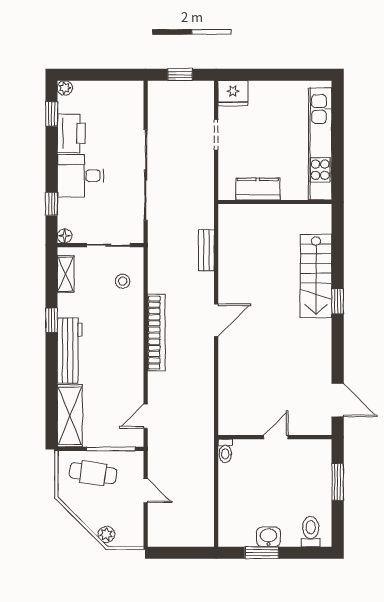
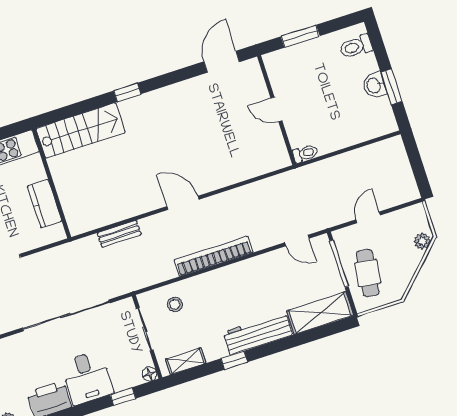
stairs: (316, 276) -> (81, 130), moved

